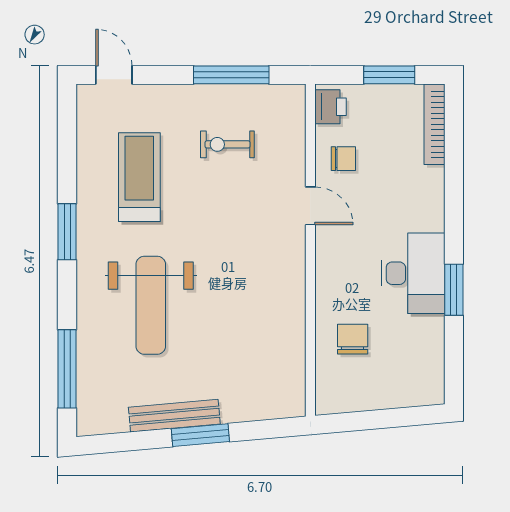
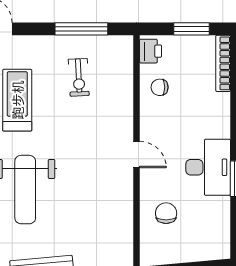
exercise bike: (227, 144) -> (79, 77), turned -93
chair: (343, 159) -> (160, 87), turned 180
door: (310, 206) -> (136, 155), moved

